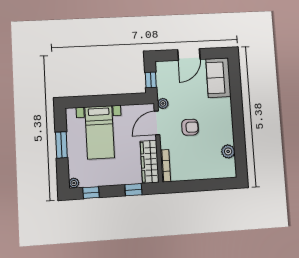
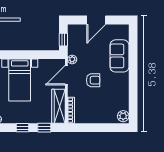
sofa: (218, 78) -> (119, 56), moved
plant: (228, 151) -> (123, 116), moved
window: (91, 193) -> (22, 128), moved

